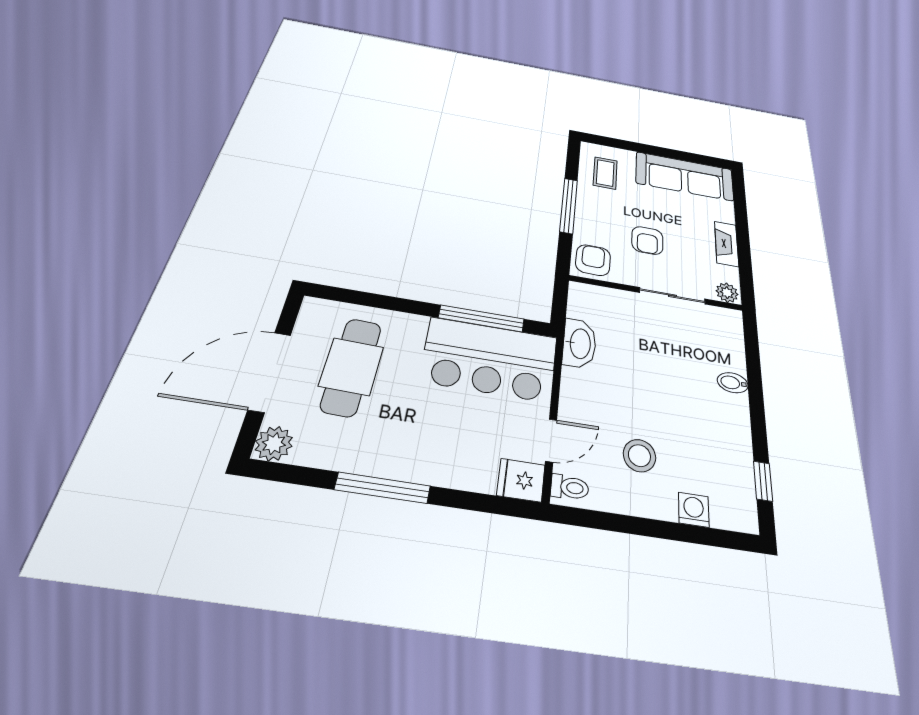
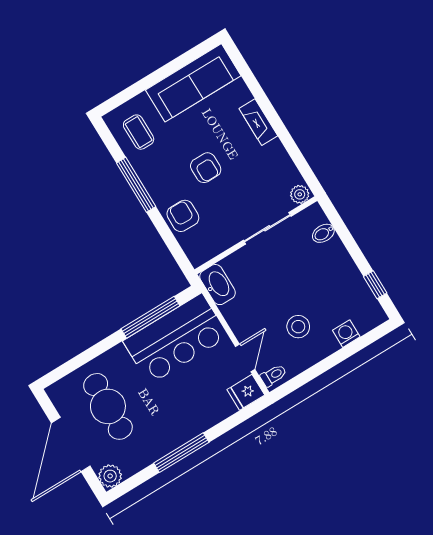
wall: (656, 293) -> (256, 235), moved
plant: (727, 293) -> (300, 194), moved
sliding door: (673, 296) -> (267, 228), moved

